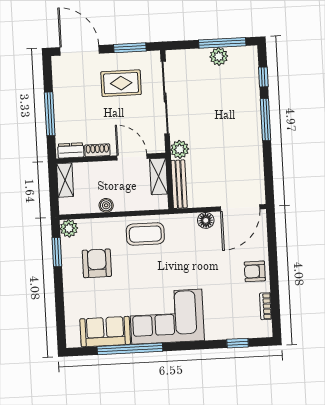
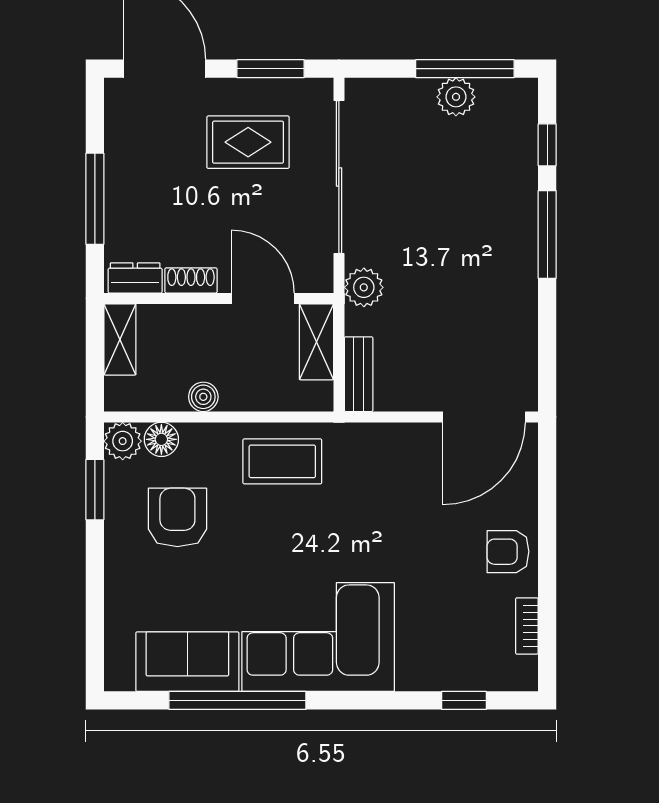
bench: (179, 184) -> (359, 374), width x0.73
floor lamp: (206, 220) -> (161, 439), moved

